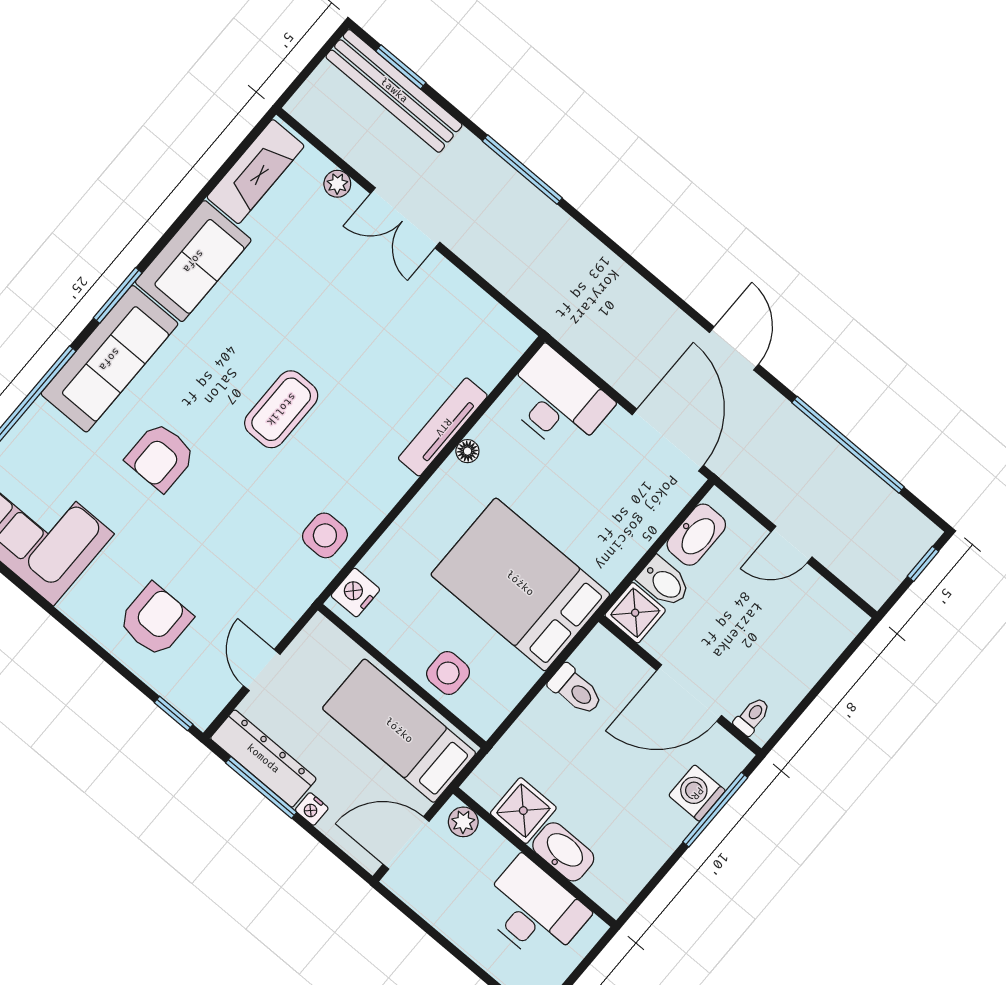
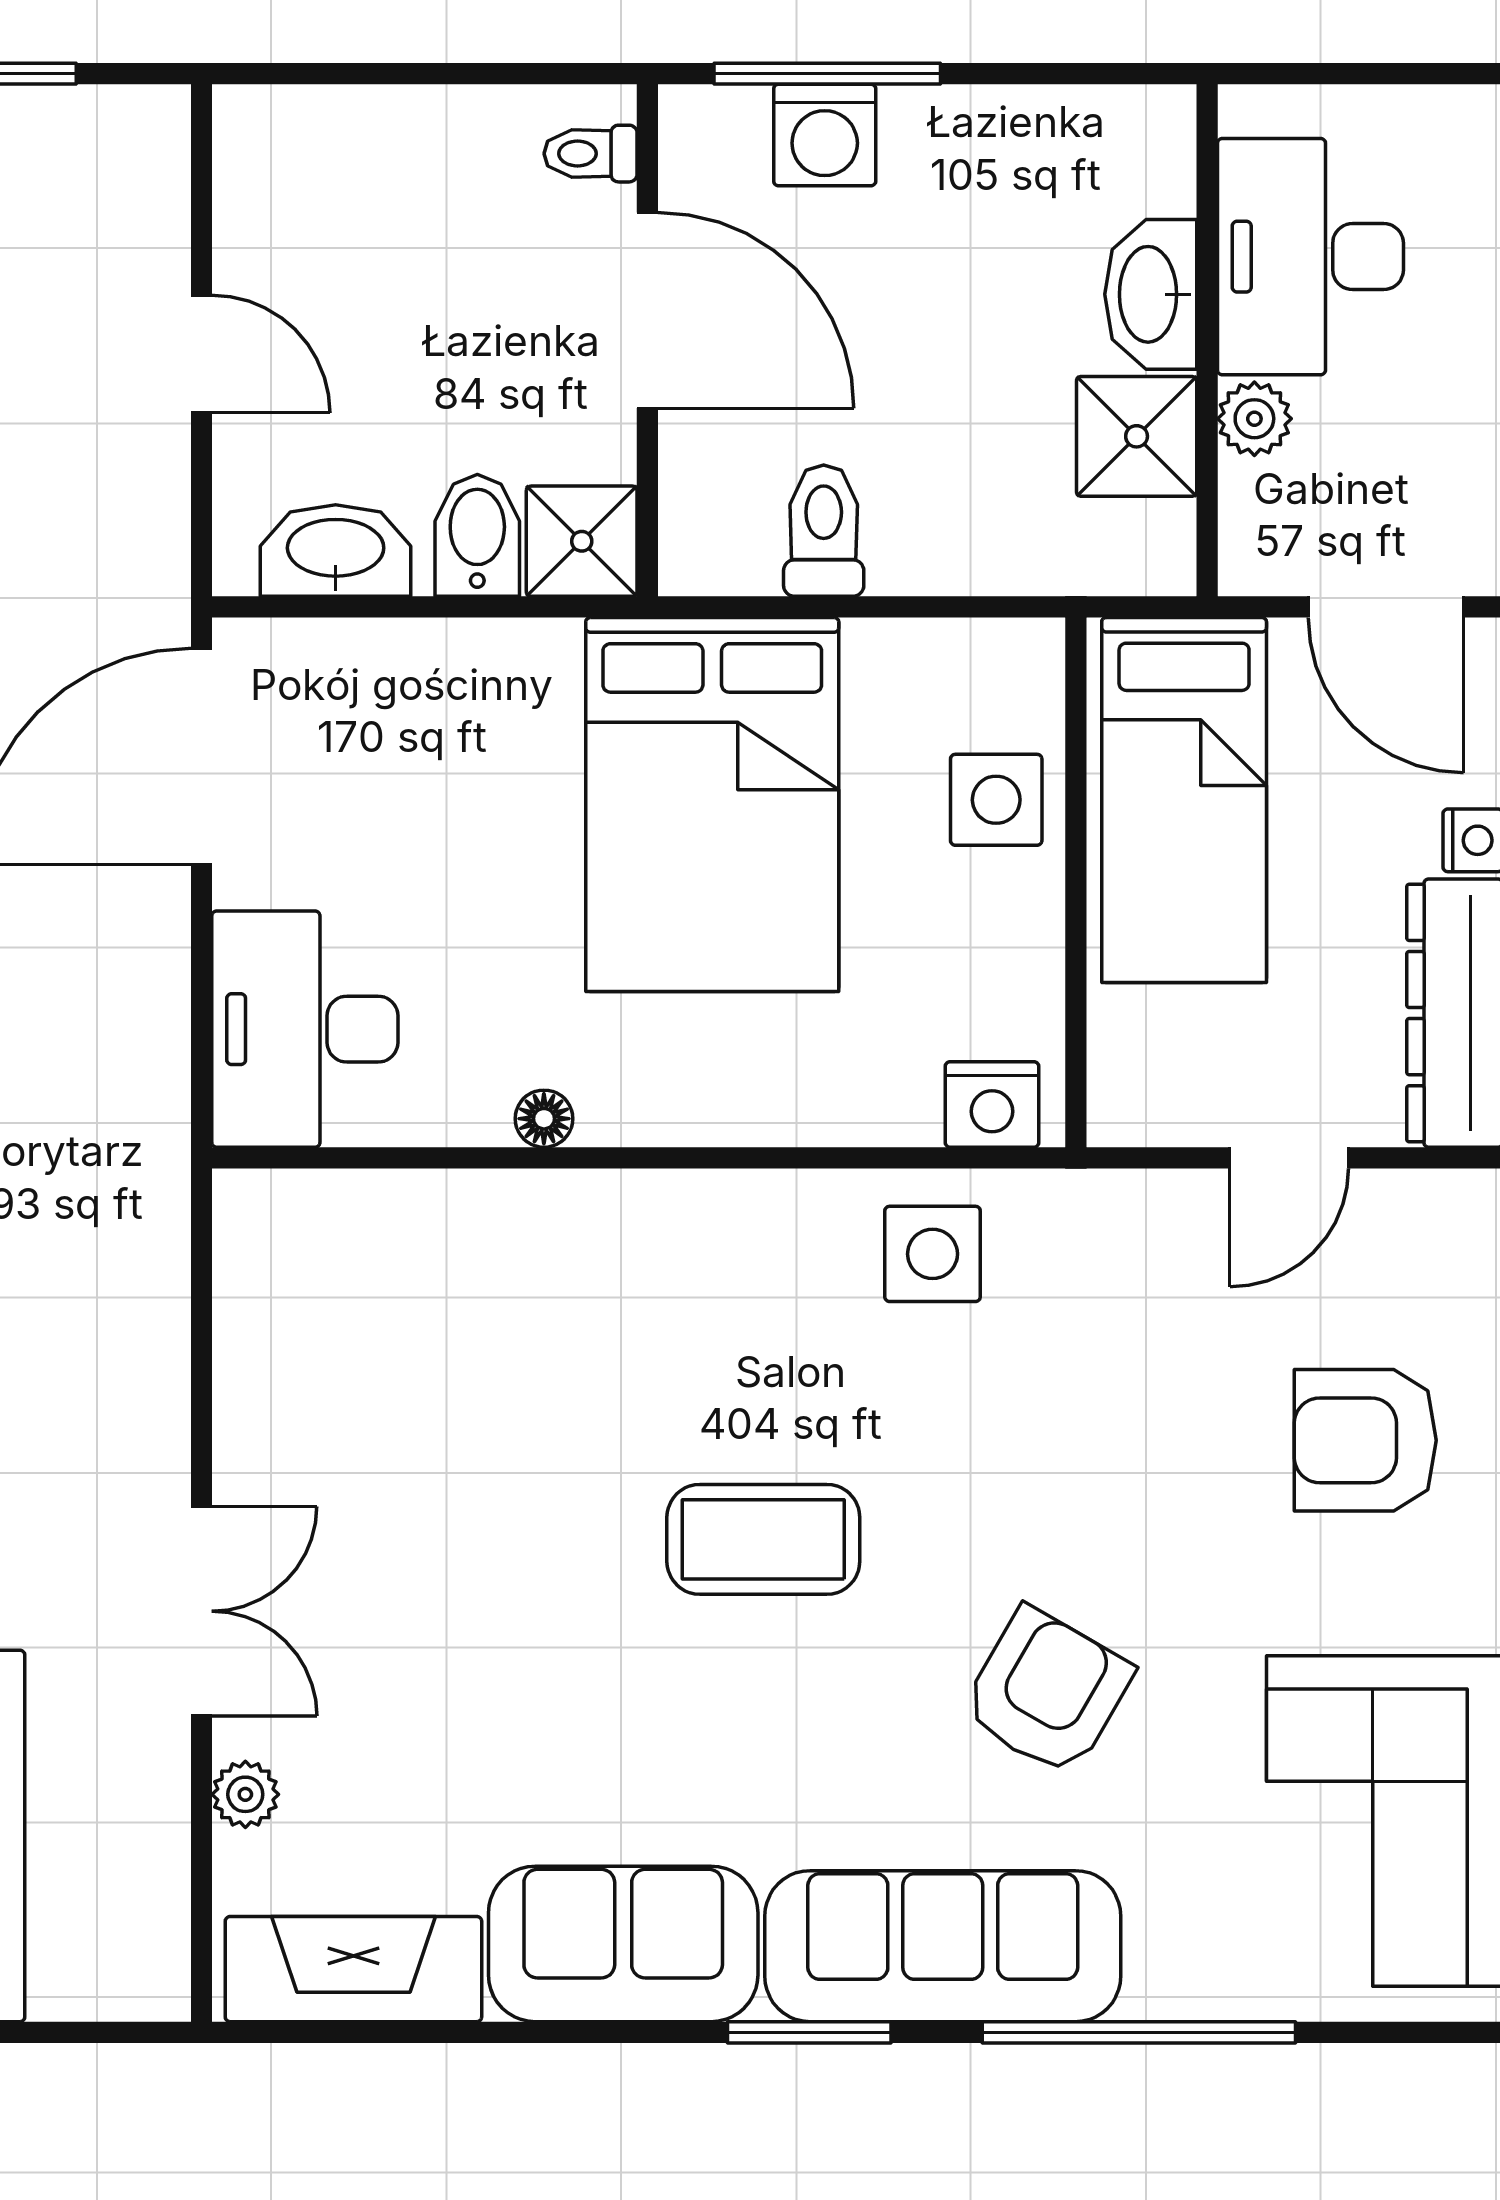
tv unit: (443, 427) -> (538, 1204), removed
armchair: (161, 457) -> (1047, 1692), turned -60
plant: (463, 822) -> (1254, 419), moved

